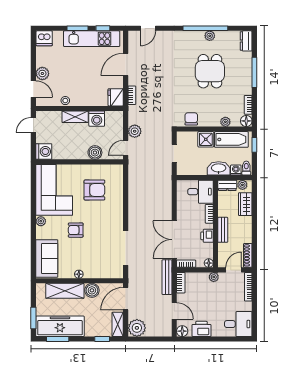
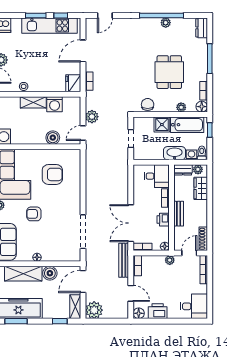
dining table: (210, 71) -> (169, 72), moved

